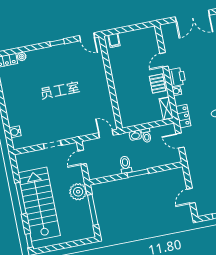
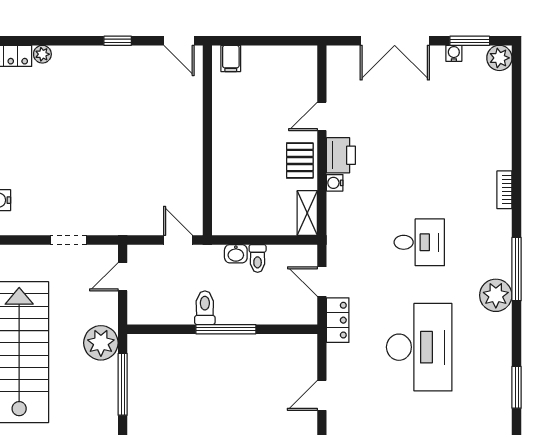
locker: (183, 116) -> (338, 320), moved
window: (138, 173) -> (226, 329), width x1.44

